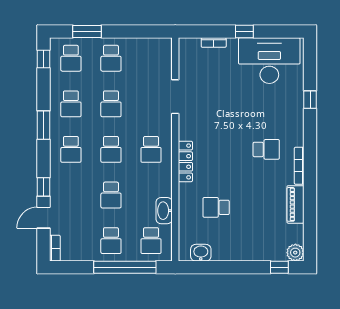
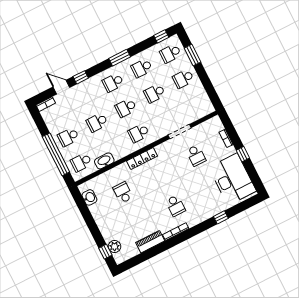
school desk: (216, 91) -> (196, 156), added
plant: (295, 253) -> (114, 246), moved

